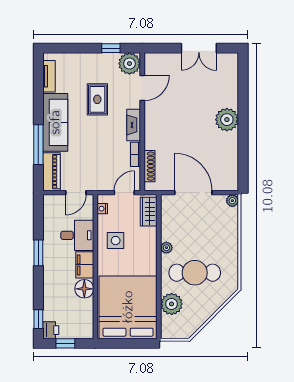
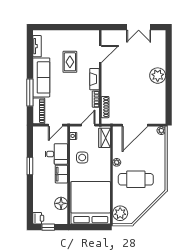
window: (111, 48) -> (79, 27), removed
plant: (129, 64) -> (92, 38), removed
door: (193, 193) -> (135, 125), swing flipped
floor lamp: (84, 289) -> (61, 203), moved
plant: (172, 304) -> (120, 213), moved
window: (38, 319) -> (30, 211), removed

